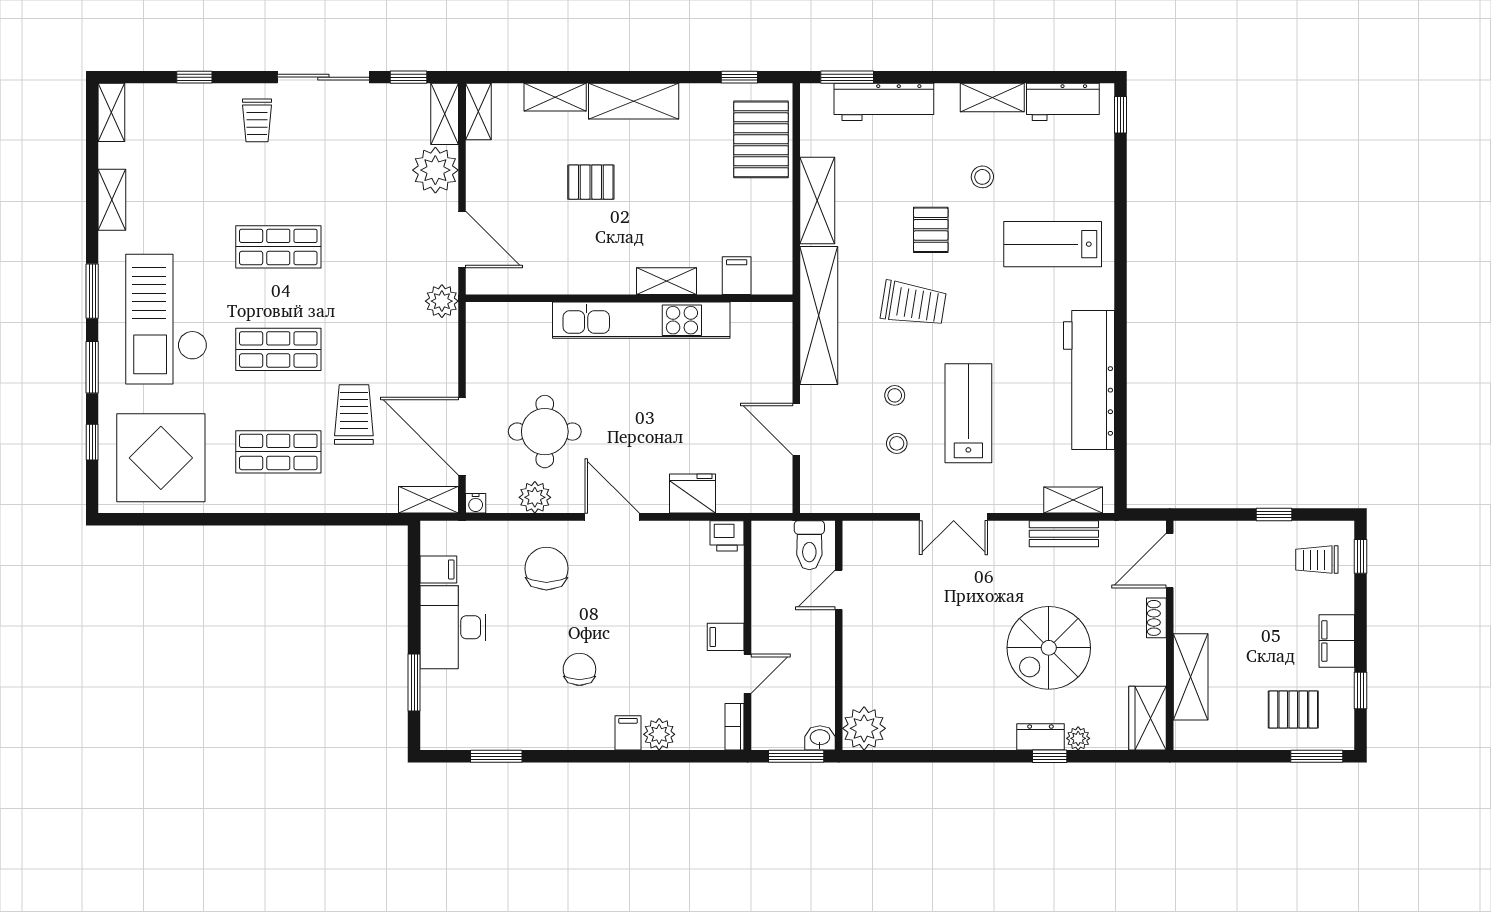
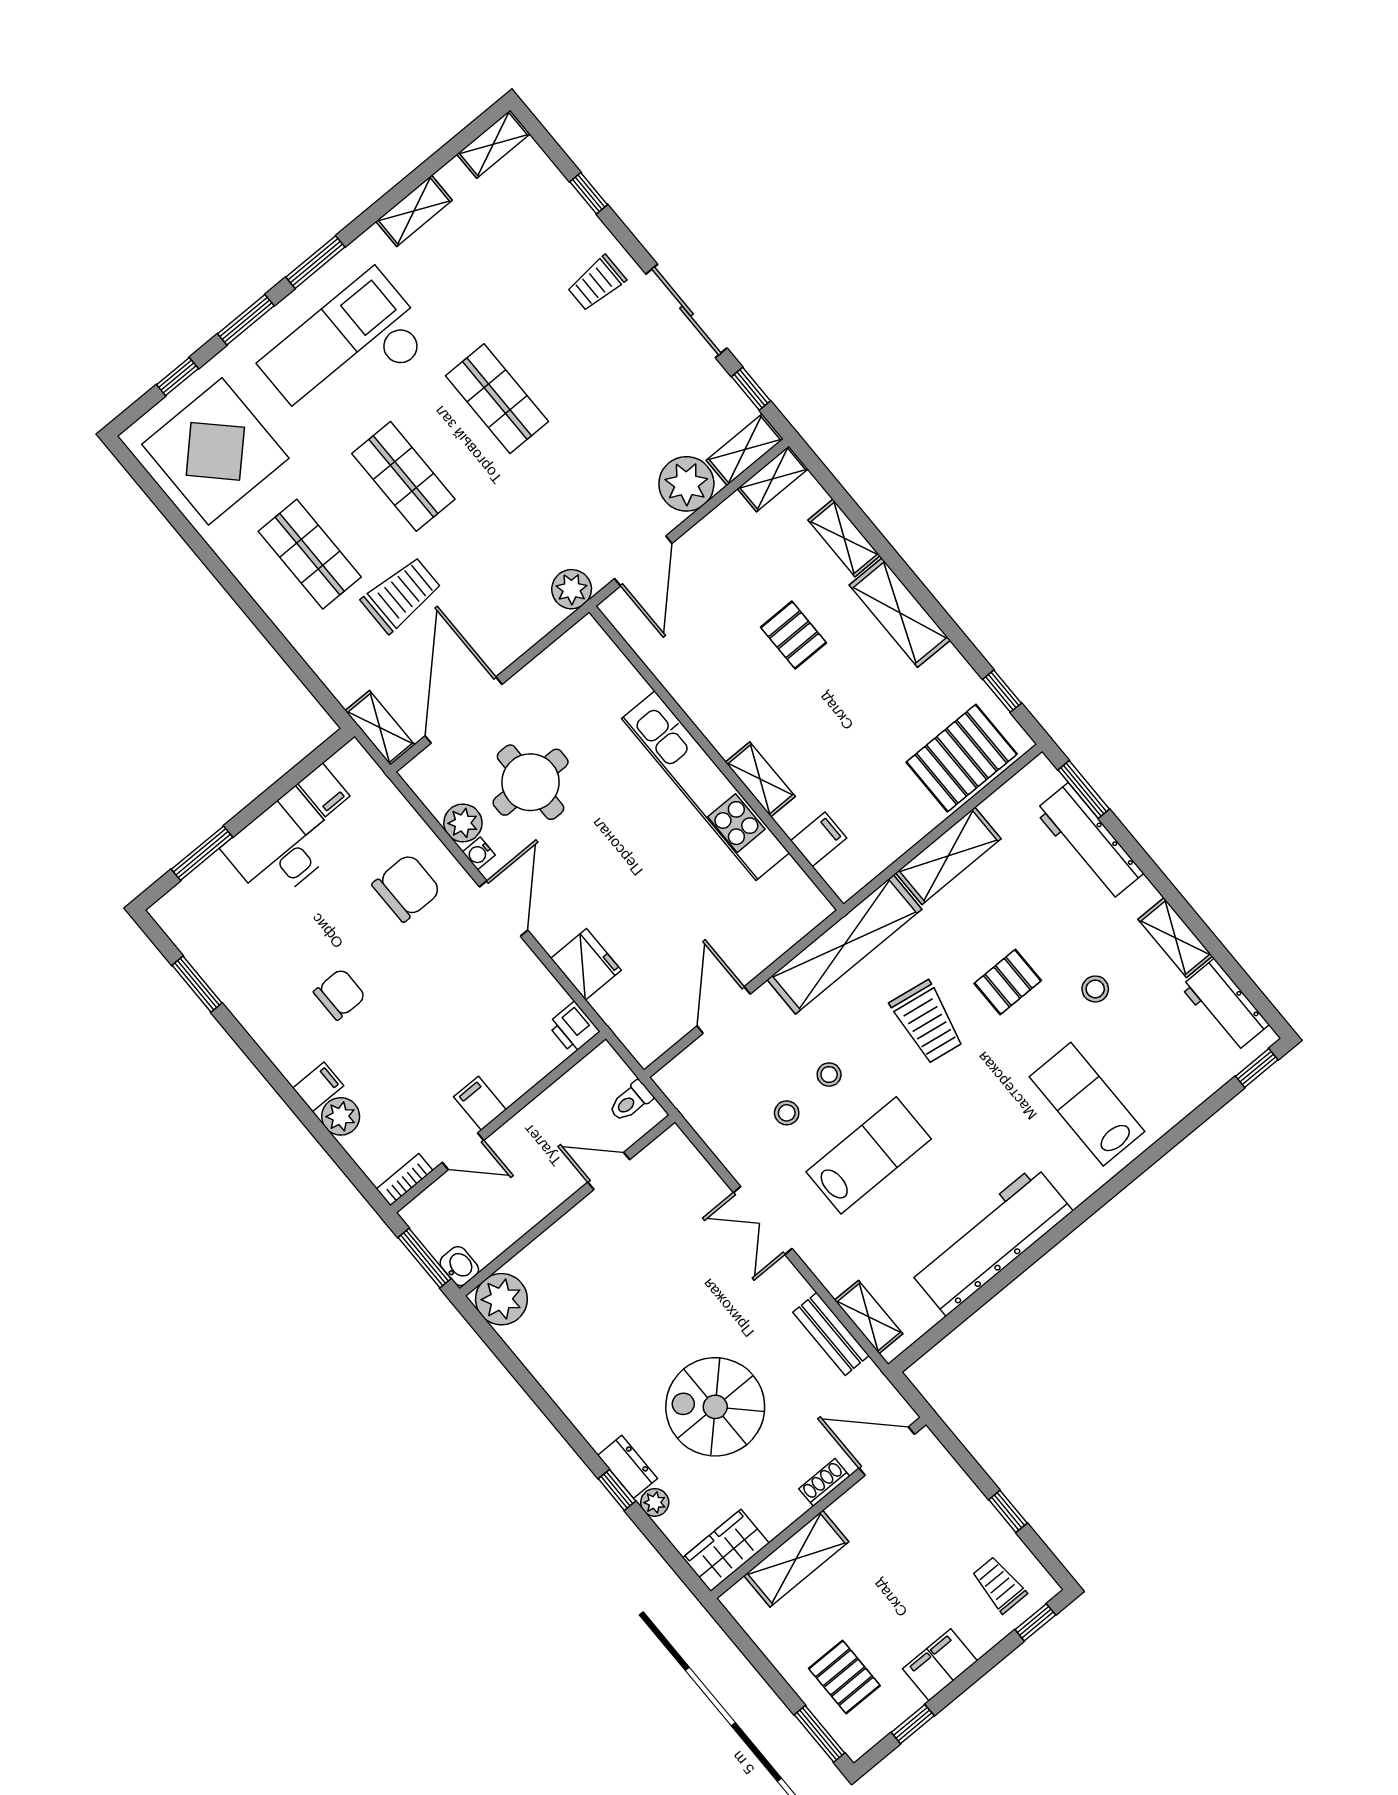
water cooler: (476, 503) -> (479, 853), moved
toilet: (809, 545) -> (631, 1101), width x0.73, depth x0.72

